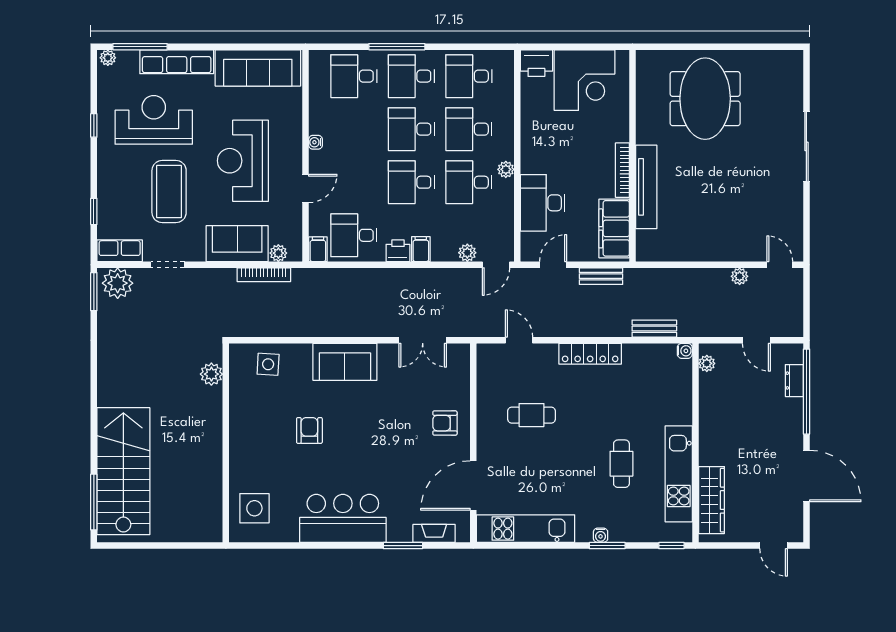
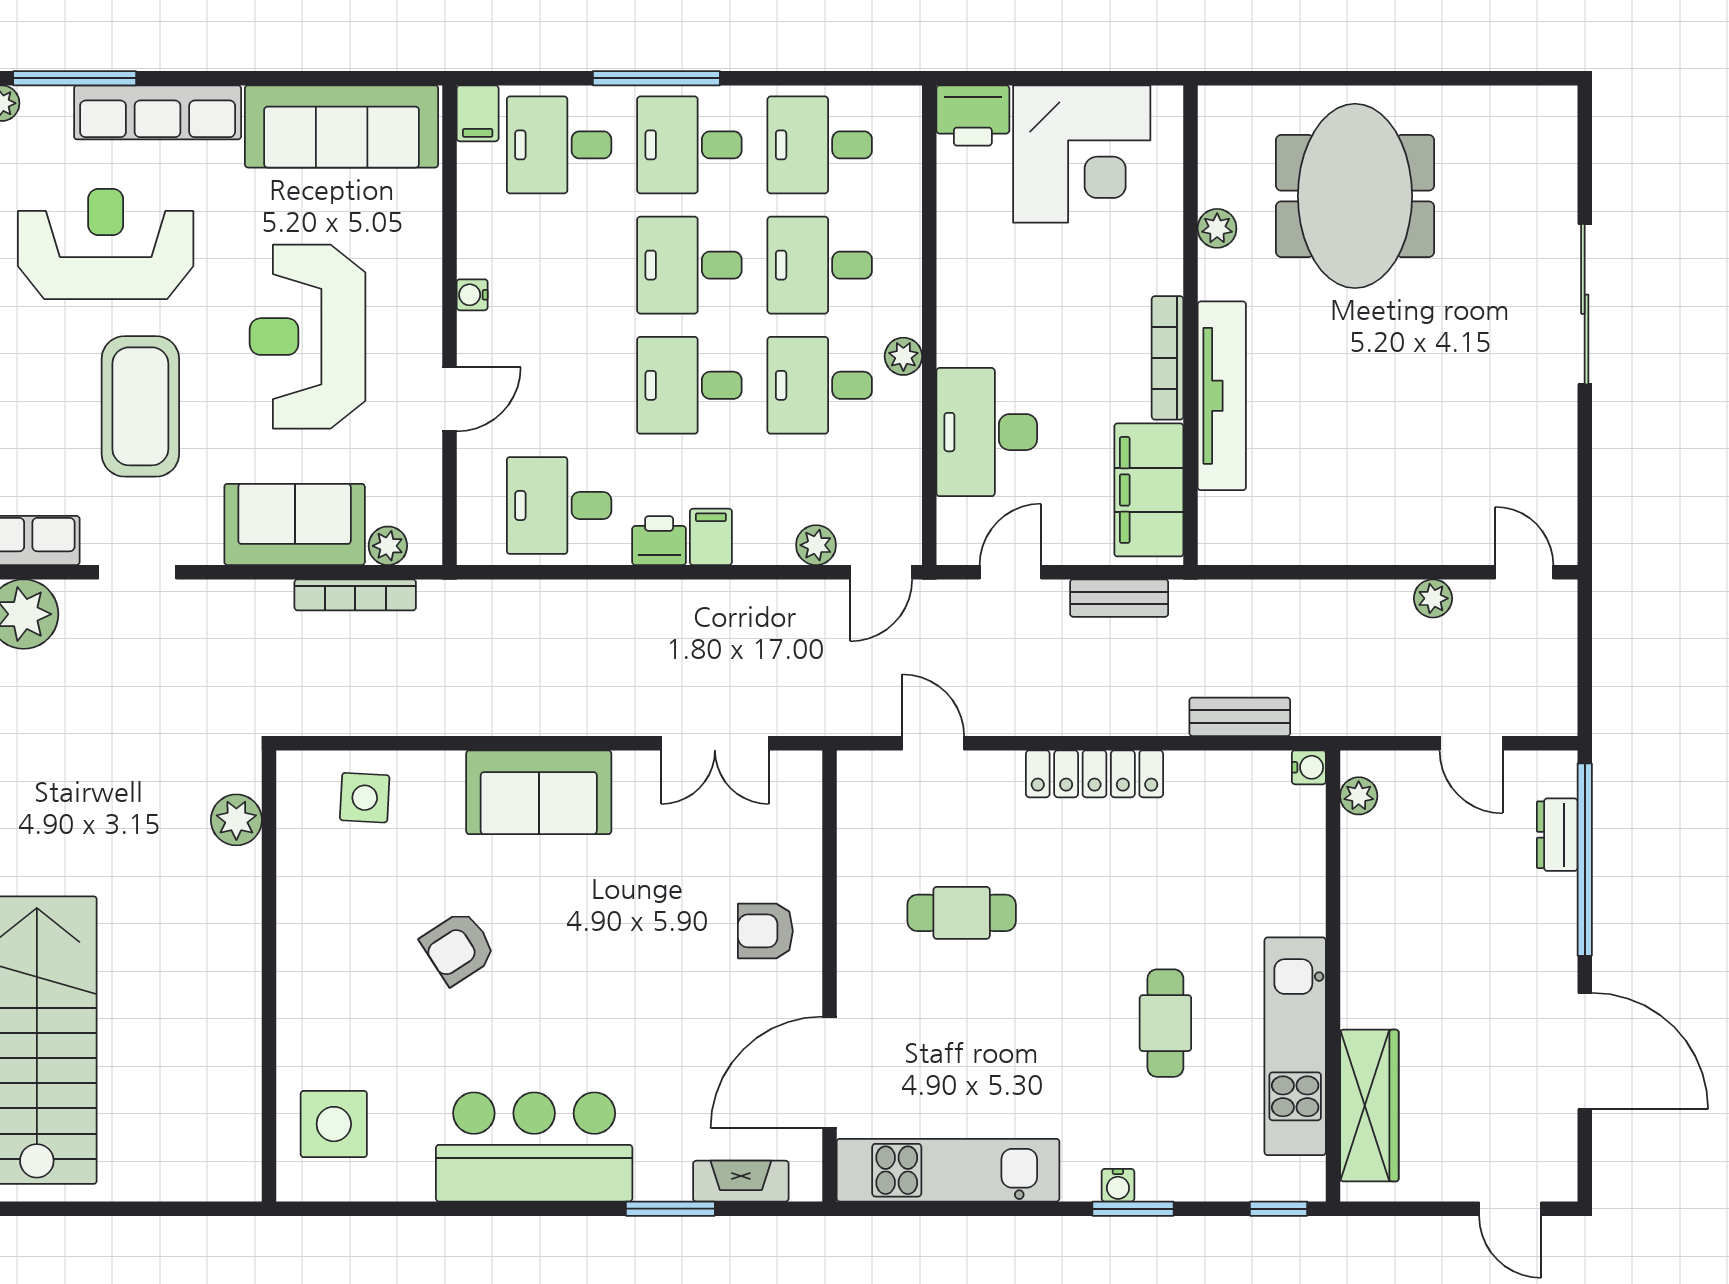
plant: (644, 113) -> (1217, 228), added
filing cabinet: (318, 249) -> (478, 113), moved, turned 180
armchair: (309, 430) -> (458, 948), turned -123

